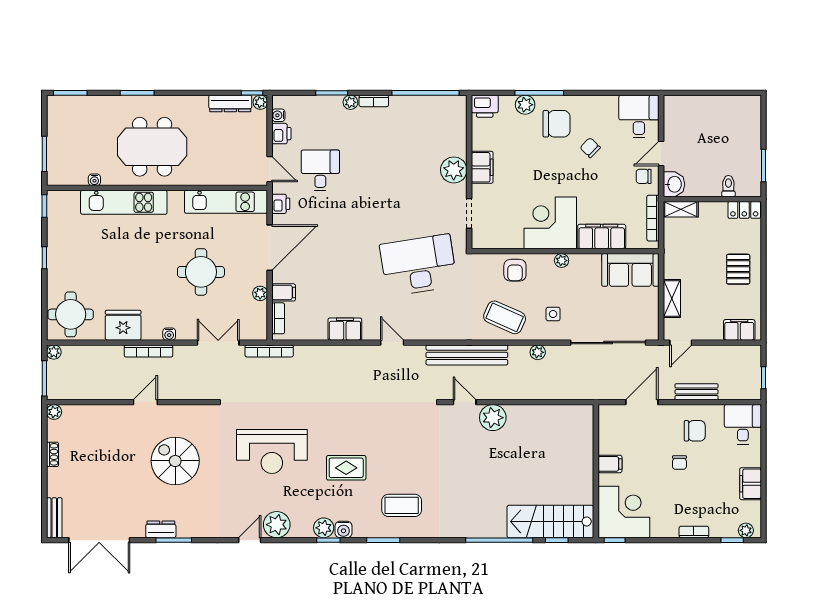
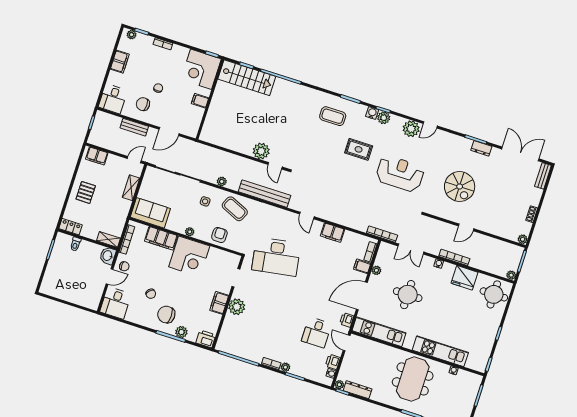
meeting table: (152, 147) -> (413, 379), turned 90

